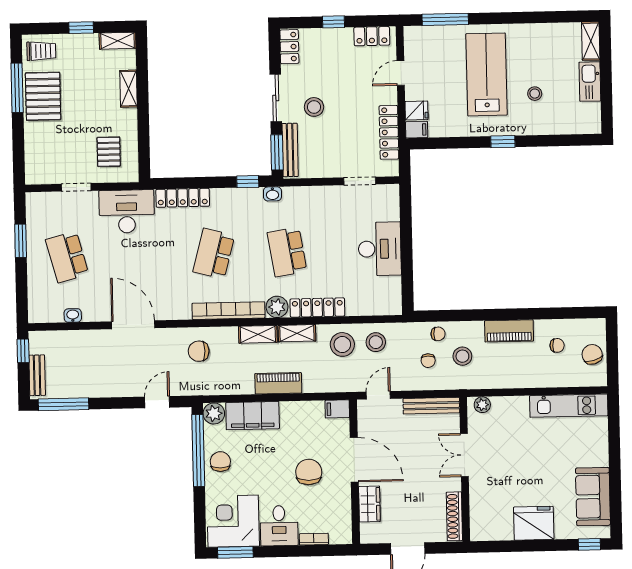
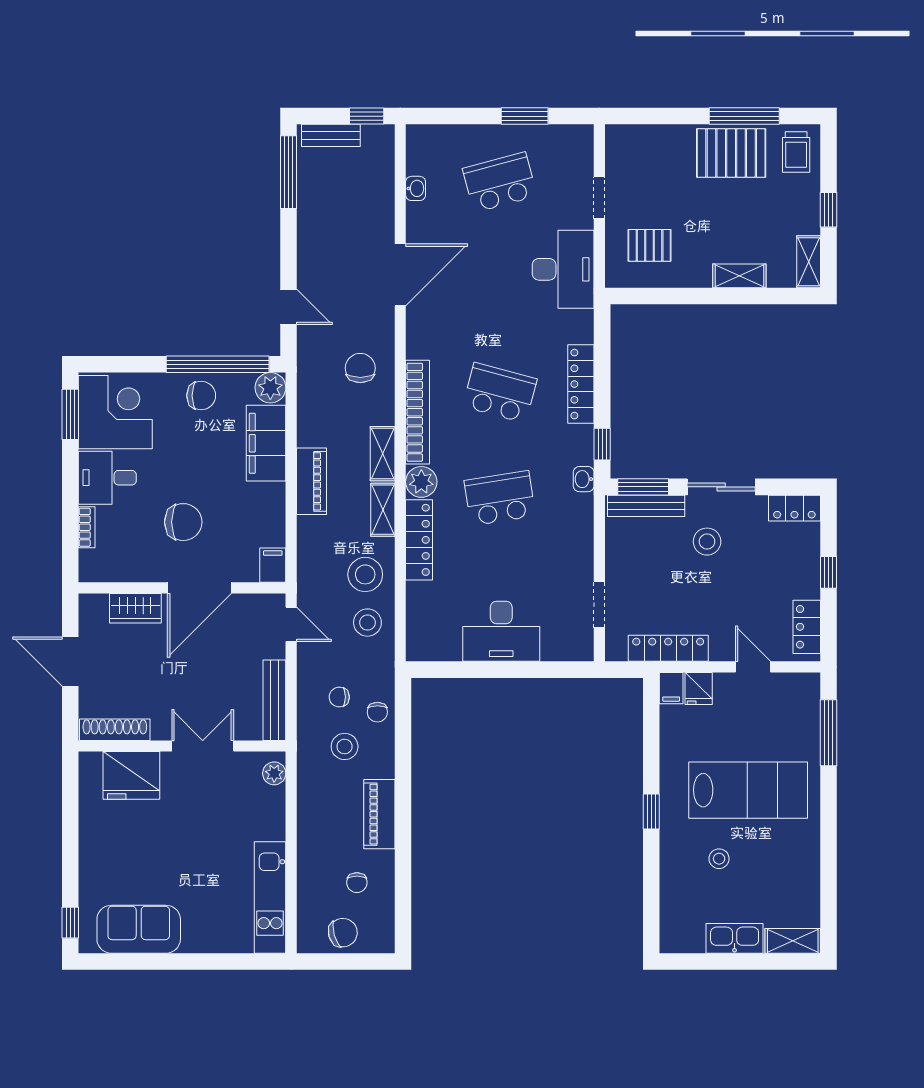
locker: (183, 198) -> (581, 384), moved
fridge: (534, 523) -> (131, 775), moved, turned 90

